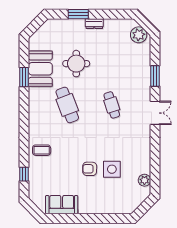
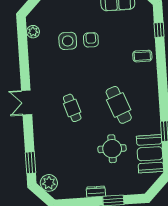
booth: (40, 69) -> (150, 154), moved
window: (155, 76) -> (30, 163), moved
armchair: (90, 169) -> (91, 40), turned -91

